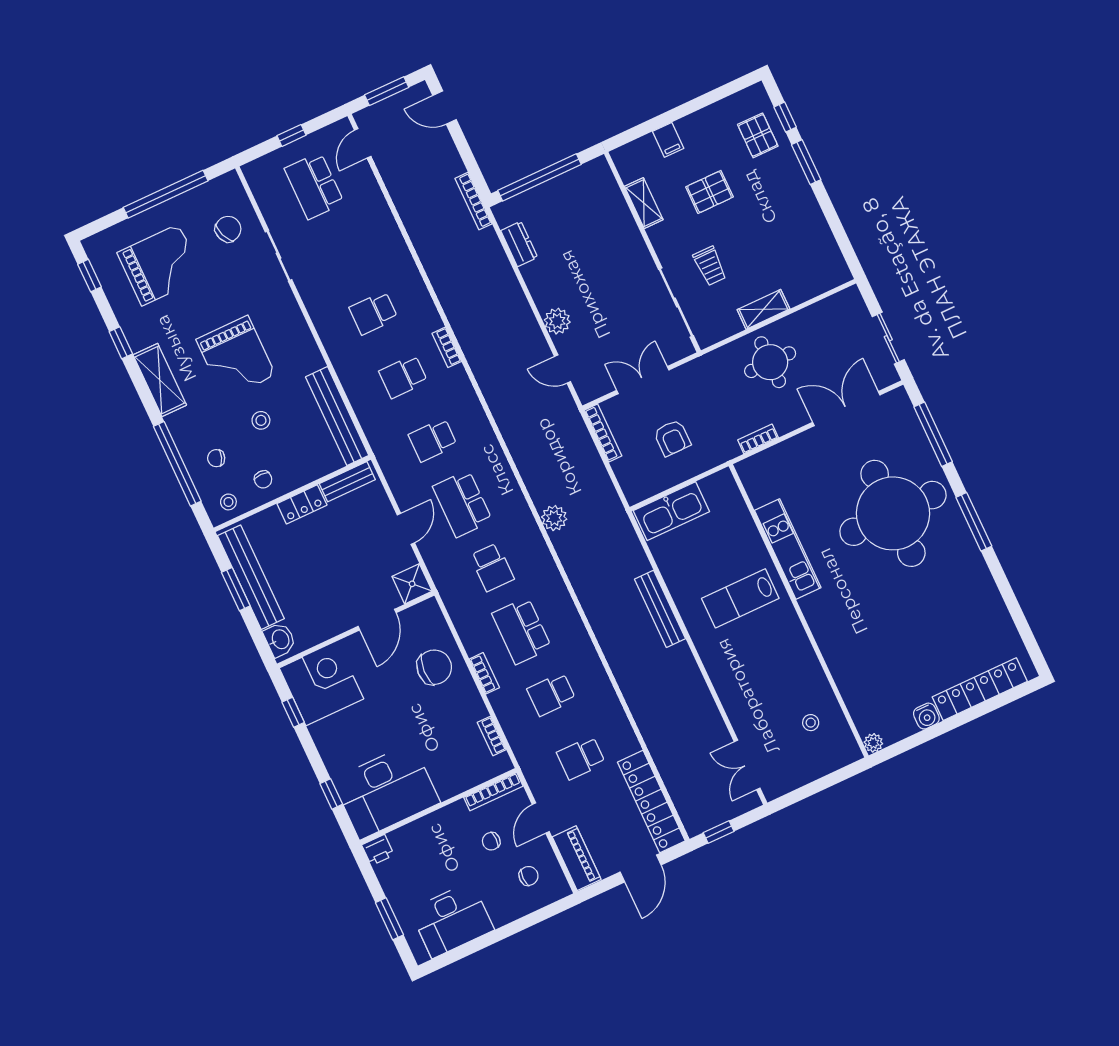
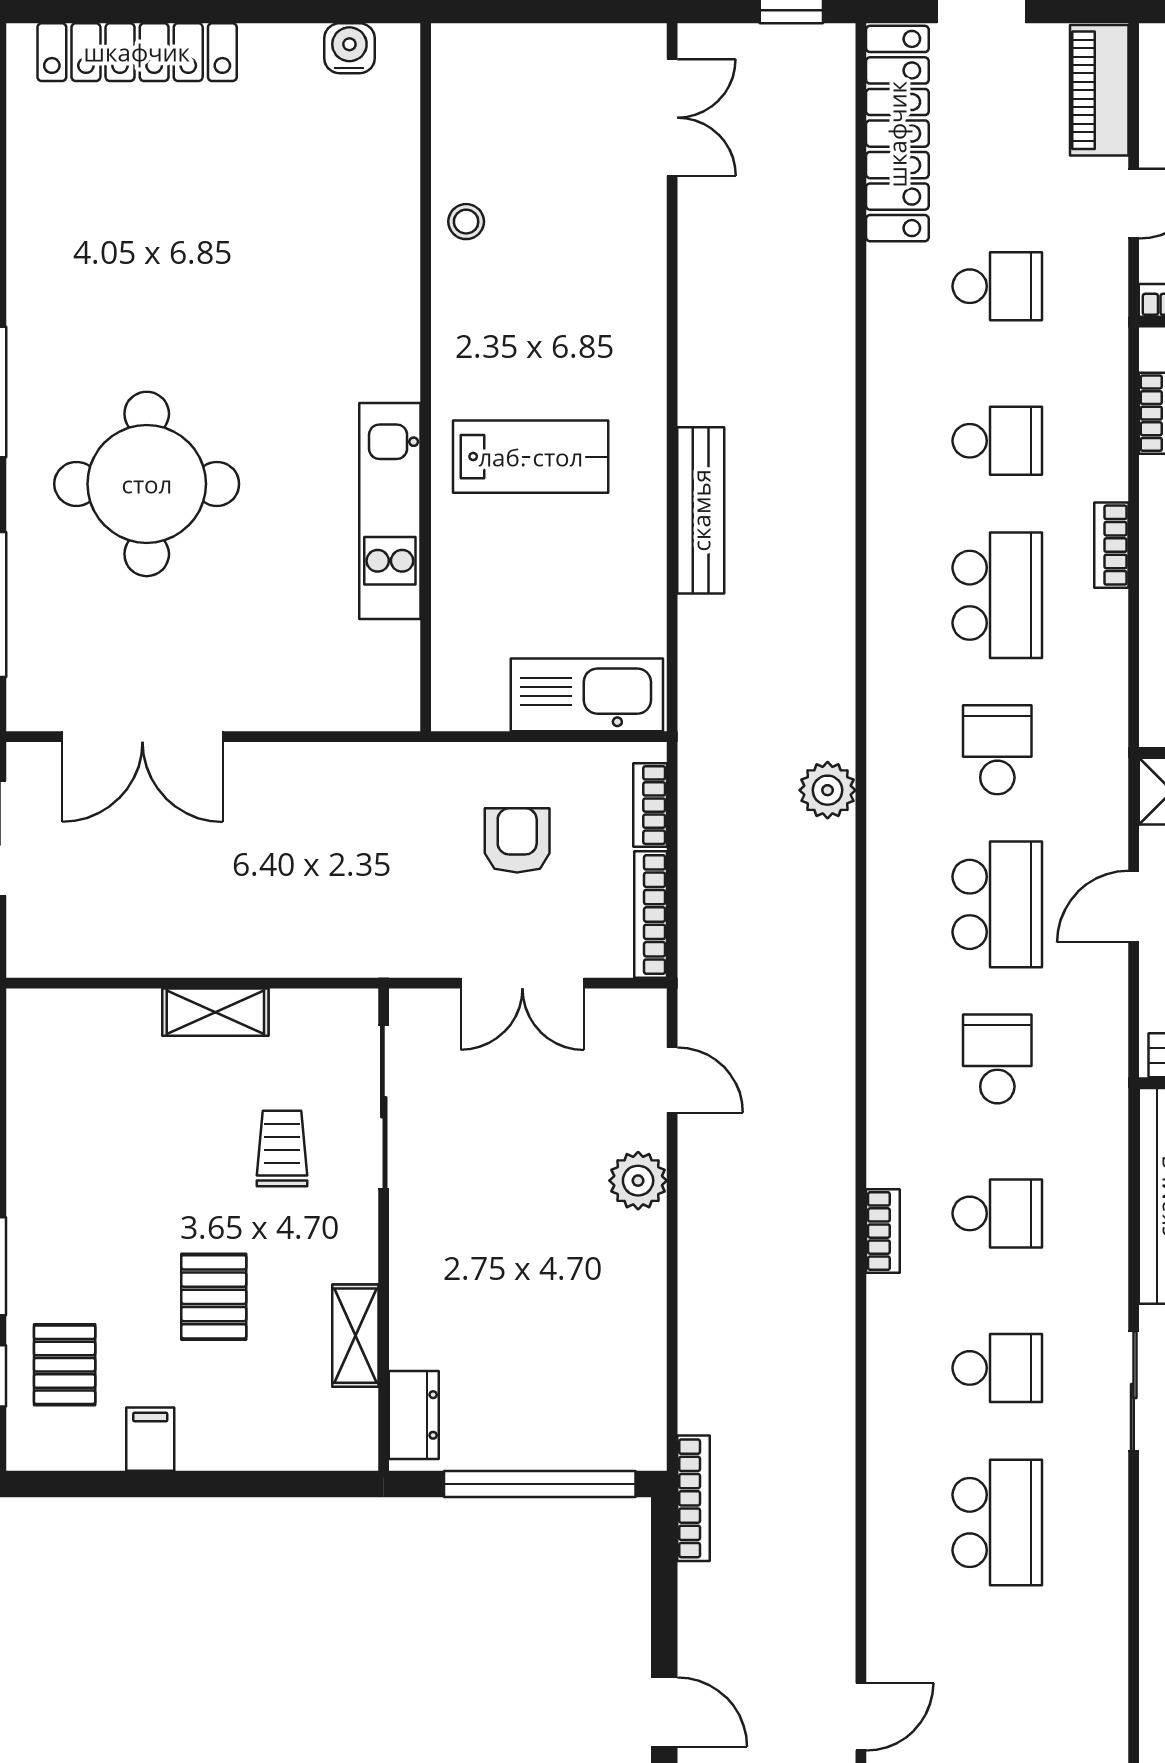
filing cabinet: (668, 140) -> (150, 1439), moved
school desk: (314, 186) -> (997, 1523), moved
pallet: (709, 192) -> (214, 1297), turned 90
dresser: (519, 244) -> (414, 1415), moved, turned 180
sliding door: (278, 256) -> (1134, 1391), moved
round table: (770, 362) -> (251, 900), removed
bookcase: (758, 439) -> (650, 805), moved, turned 90
school desk: (433, 440) -> (997, 1059), turned -90
round table: (893, 513) -> (147, 484), width x0.73, depth x0.73
water cooler: (926, 716) -> (349, 48), moved
stool: (811, 723) -> (466, 222), moved
plant: (873, 743) -> (400, 44), removed

